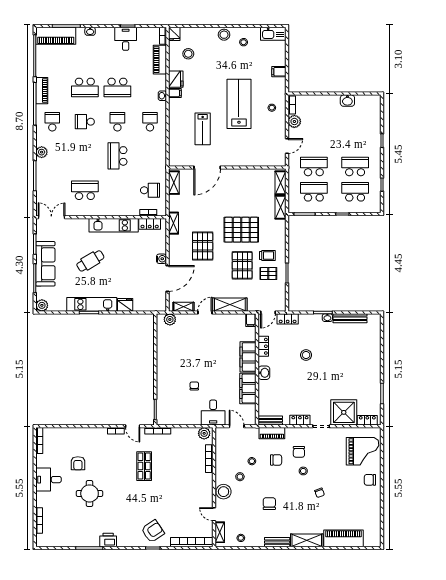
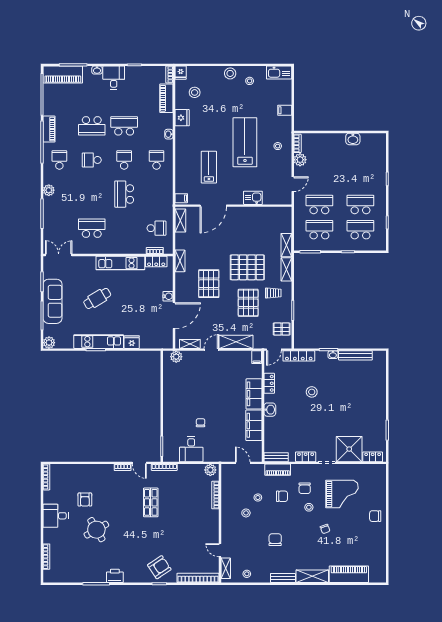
desk: (126, 39) -> (114, 78), moved
school desk: (117, 87) -> (124, 126), turned 180
filing cabinet: (175, 93) -> (181, 198), moved
lab bench: (203, 129) -> (209, 167), turned 180
kitchen sink: (247, 160) -> (253, 198), added
shelving: (280, 183) -> (286, 269), moved
pallet: (268, 273) -> (282, 329), moved
locker: (288, 319) -> (299, 356), width x1.53
desk: (213, 413) -> (191, 449), moved
grand piano: (363, 451) -> (342, 494), moved
stool: (224, 492) -> (230, 528), removed
round table: (90, 493) -> (96, 530), turned -30

